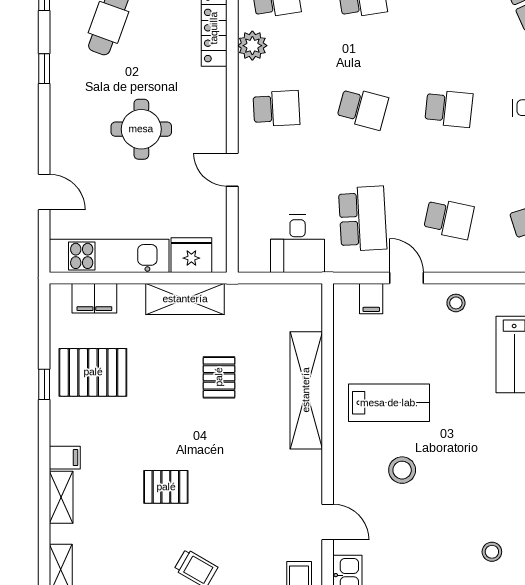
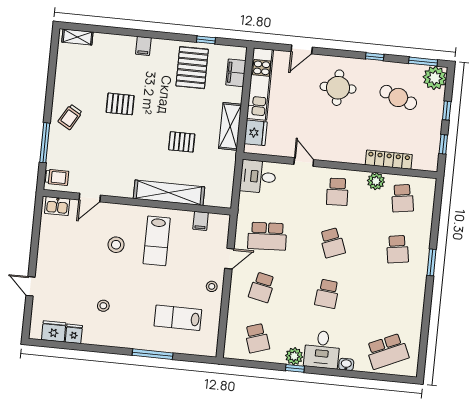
school desk: (363, 109) -> (332, 243), turned -36
round table: (141, 129) -> (338, 88), moved
door: (232, 170) -> (304, 162), hinge flipped
desk: (298, 244) -> (258, 177), moved
filing cabinet: (371, 299) -> (201, 221), moved, turned -90
window: (44, 384) -> (206, 40), moved
pallet: (166, 487) -> (120, 104), turned 90
shelving: (61, 497) -> (120, 41), removed
stool: (492, 552) -> (103, 306), moved

